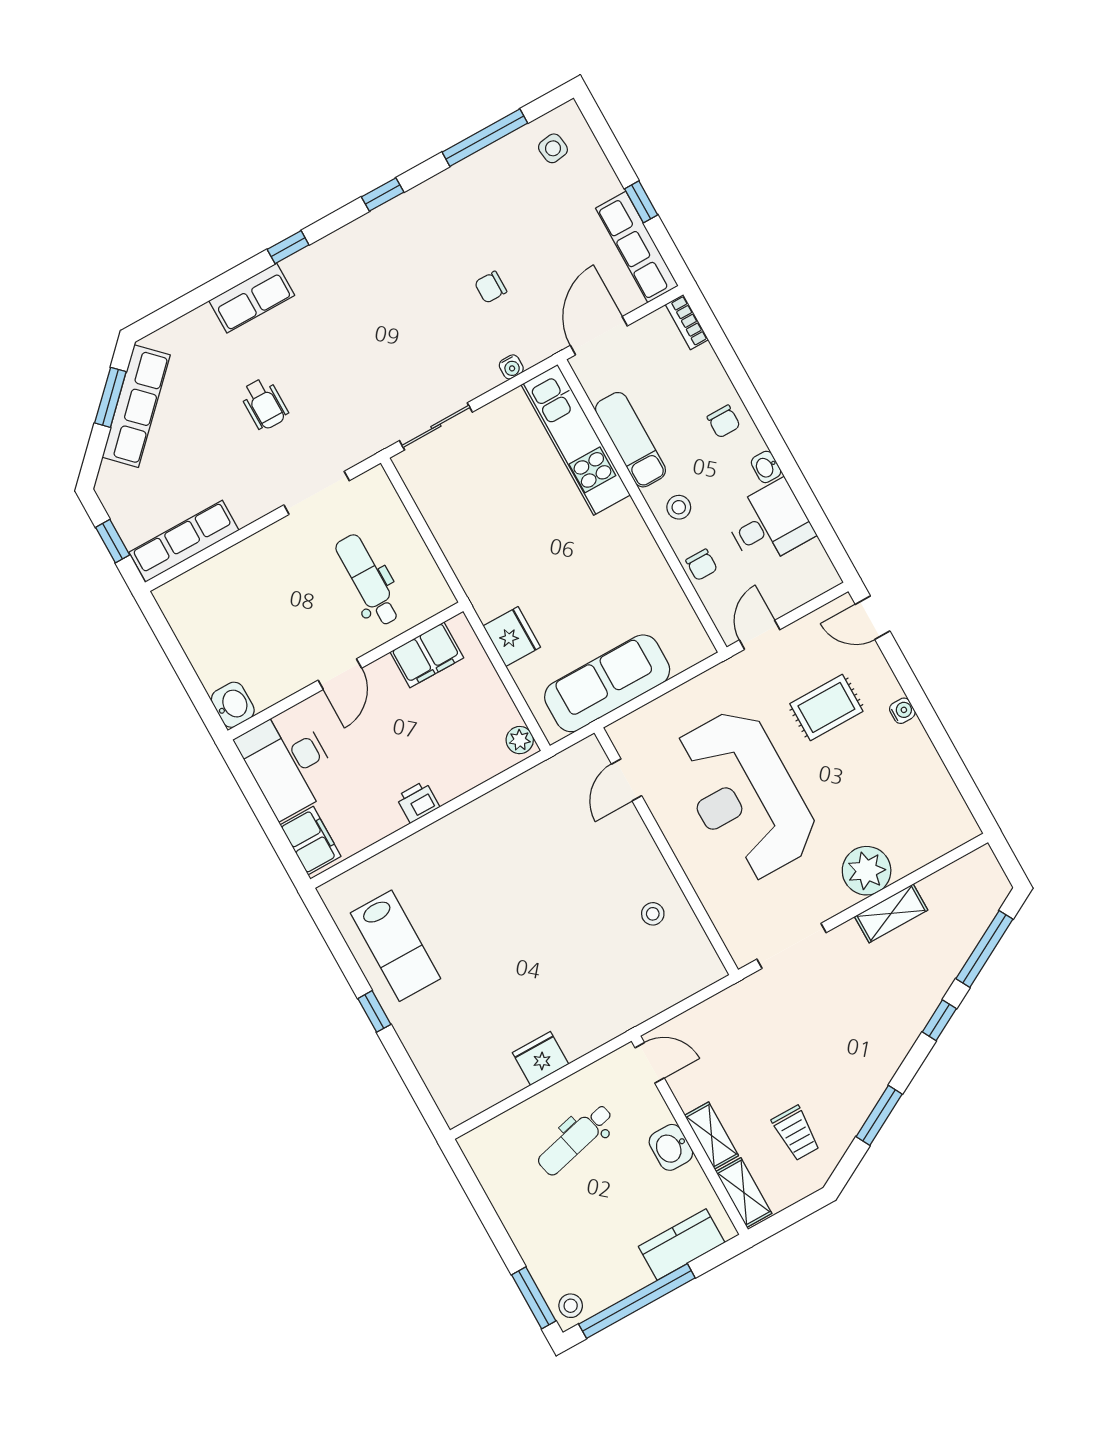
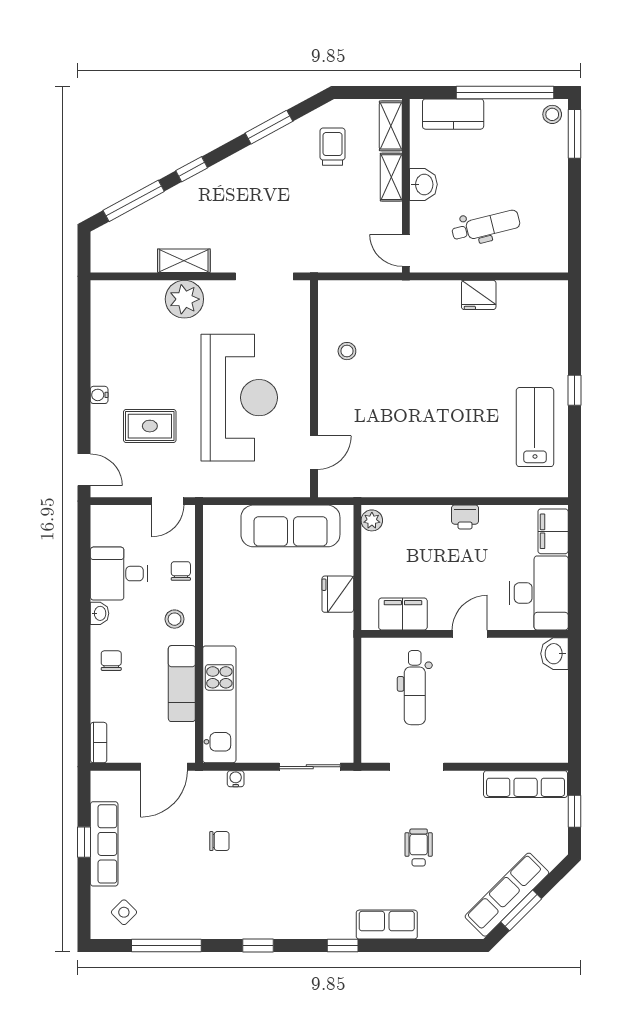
side table: (553, 148) -> (124, 912), turned -37
row of seats: (637, 247) -> (104, 844), moved

